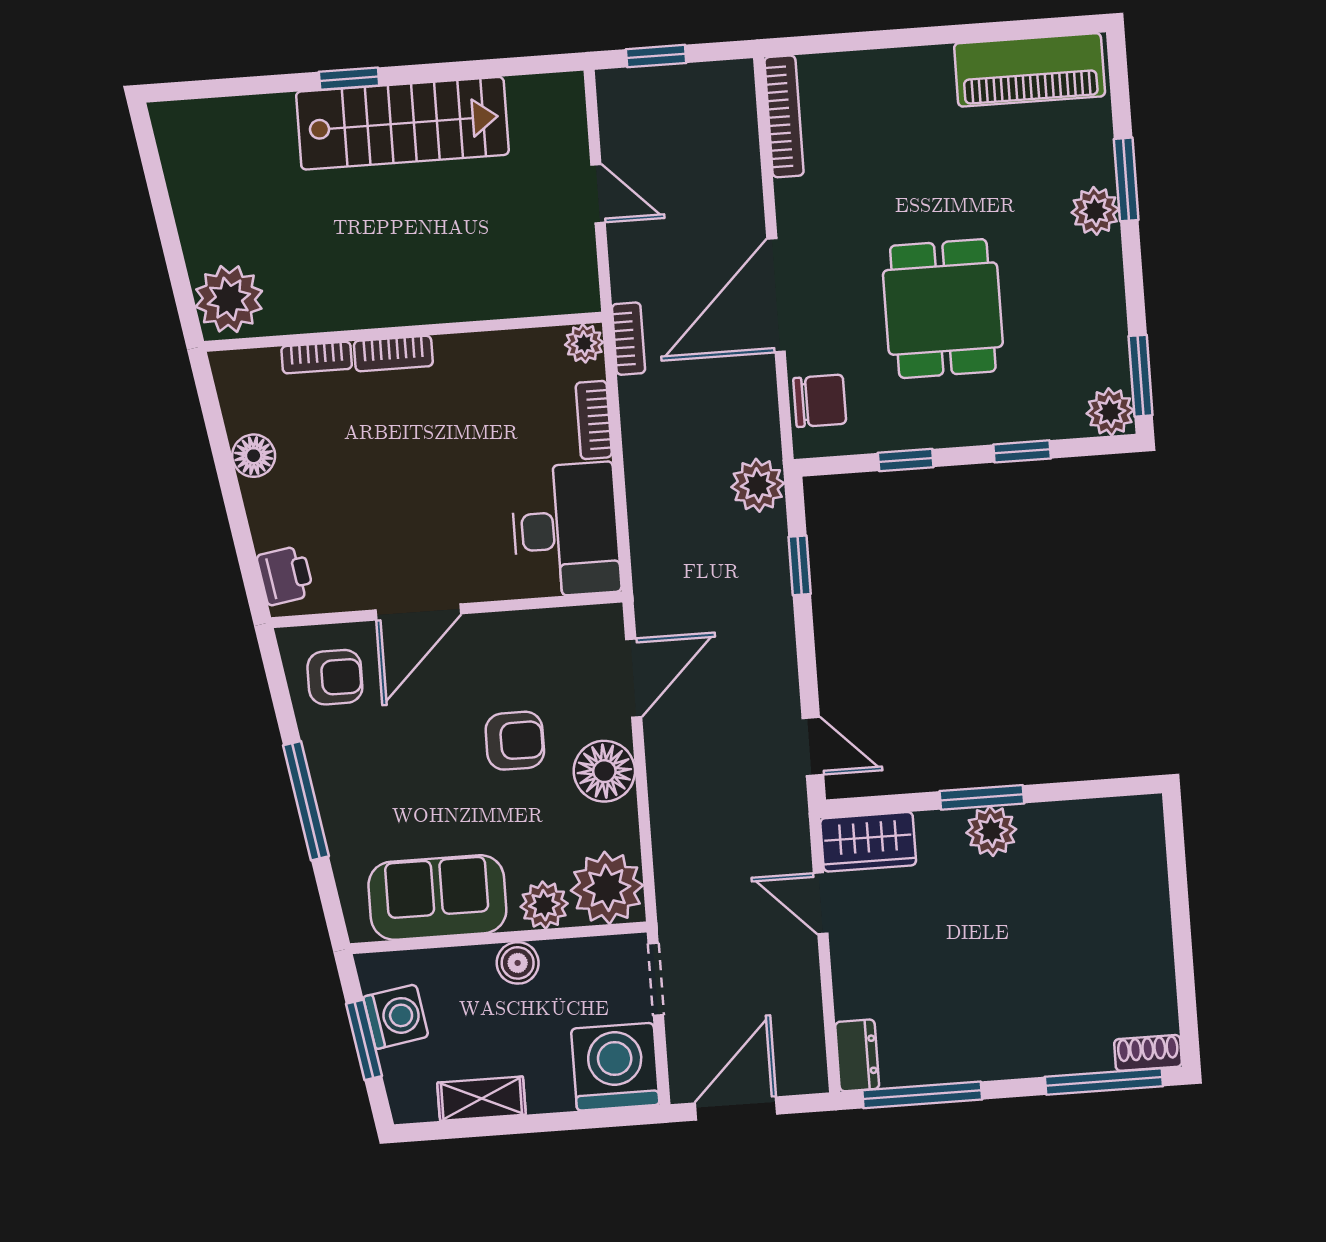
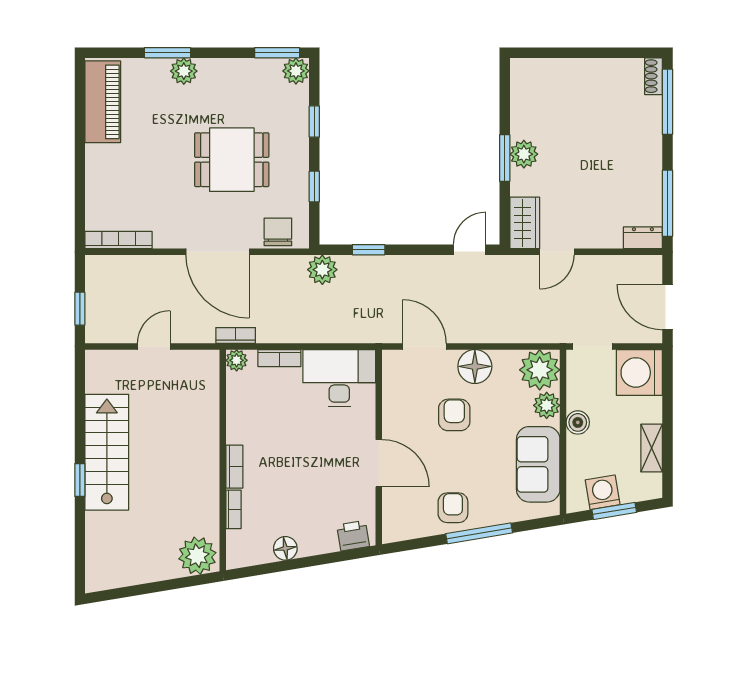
armchair: (335, 677) -> (453, 508), moved

